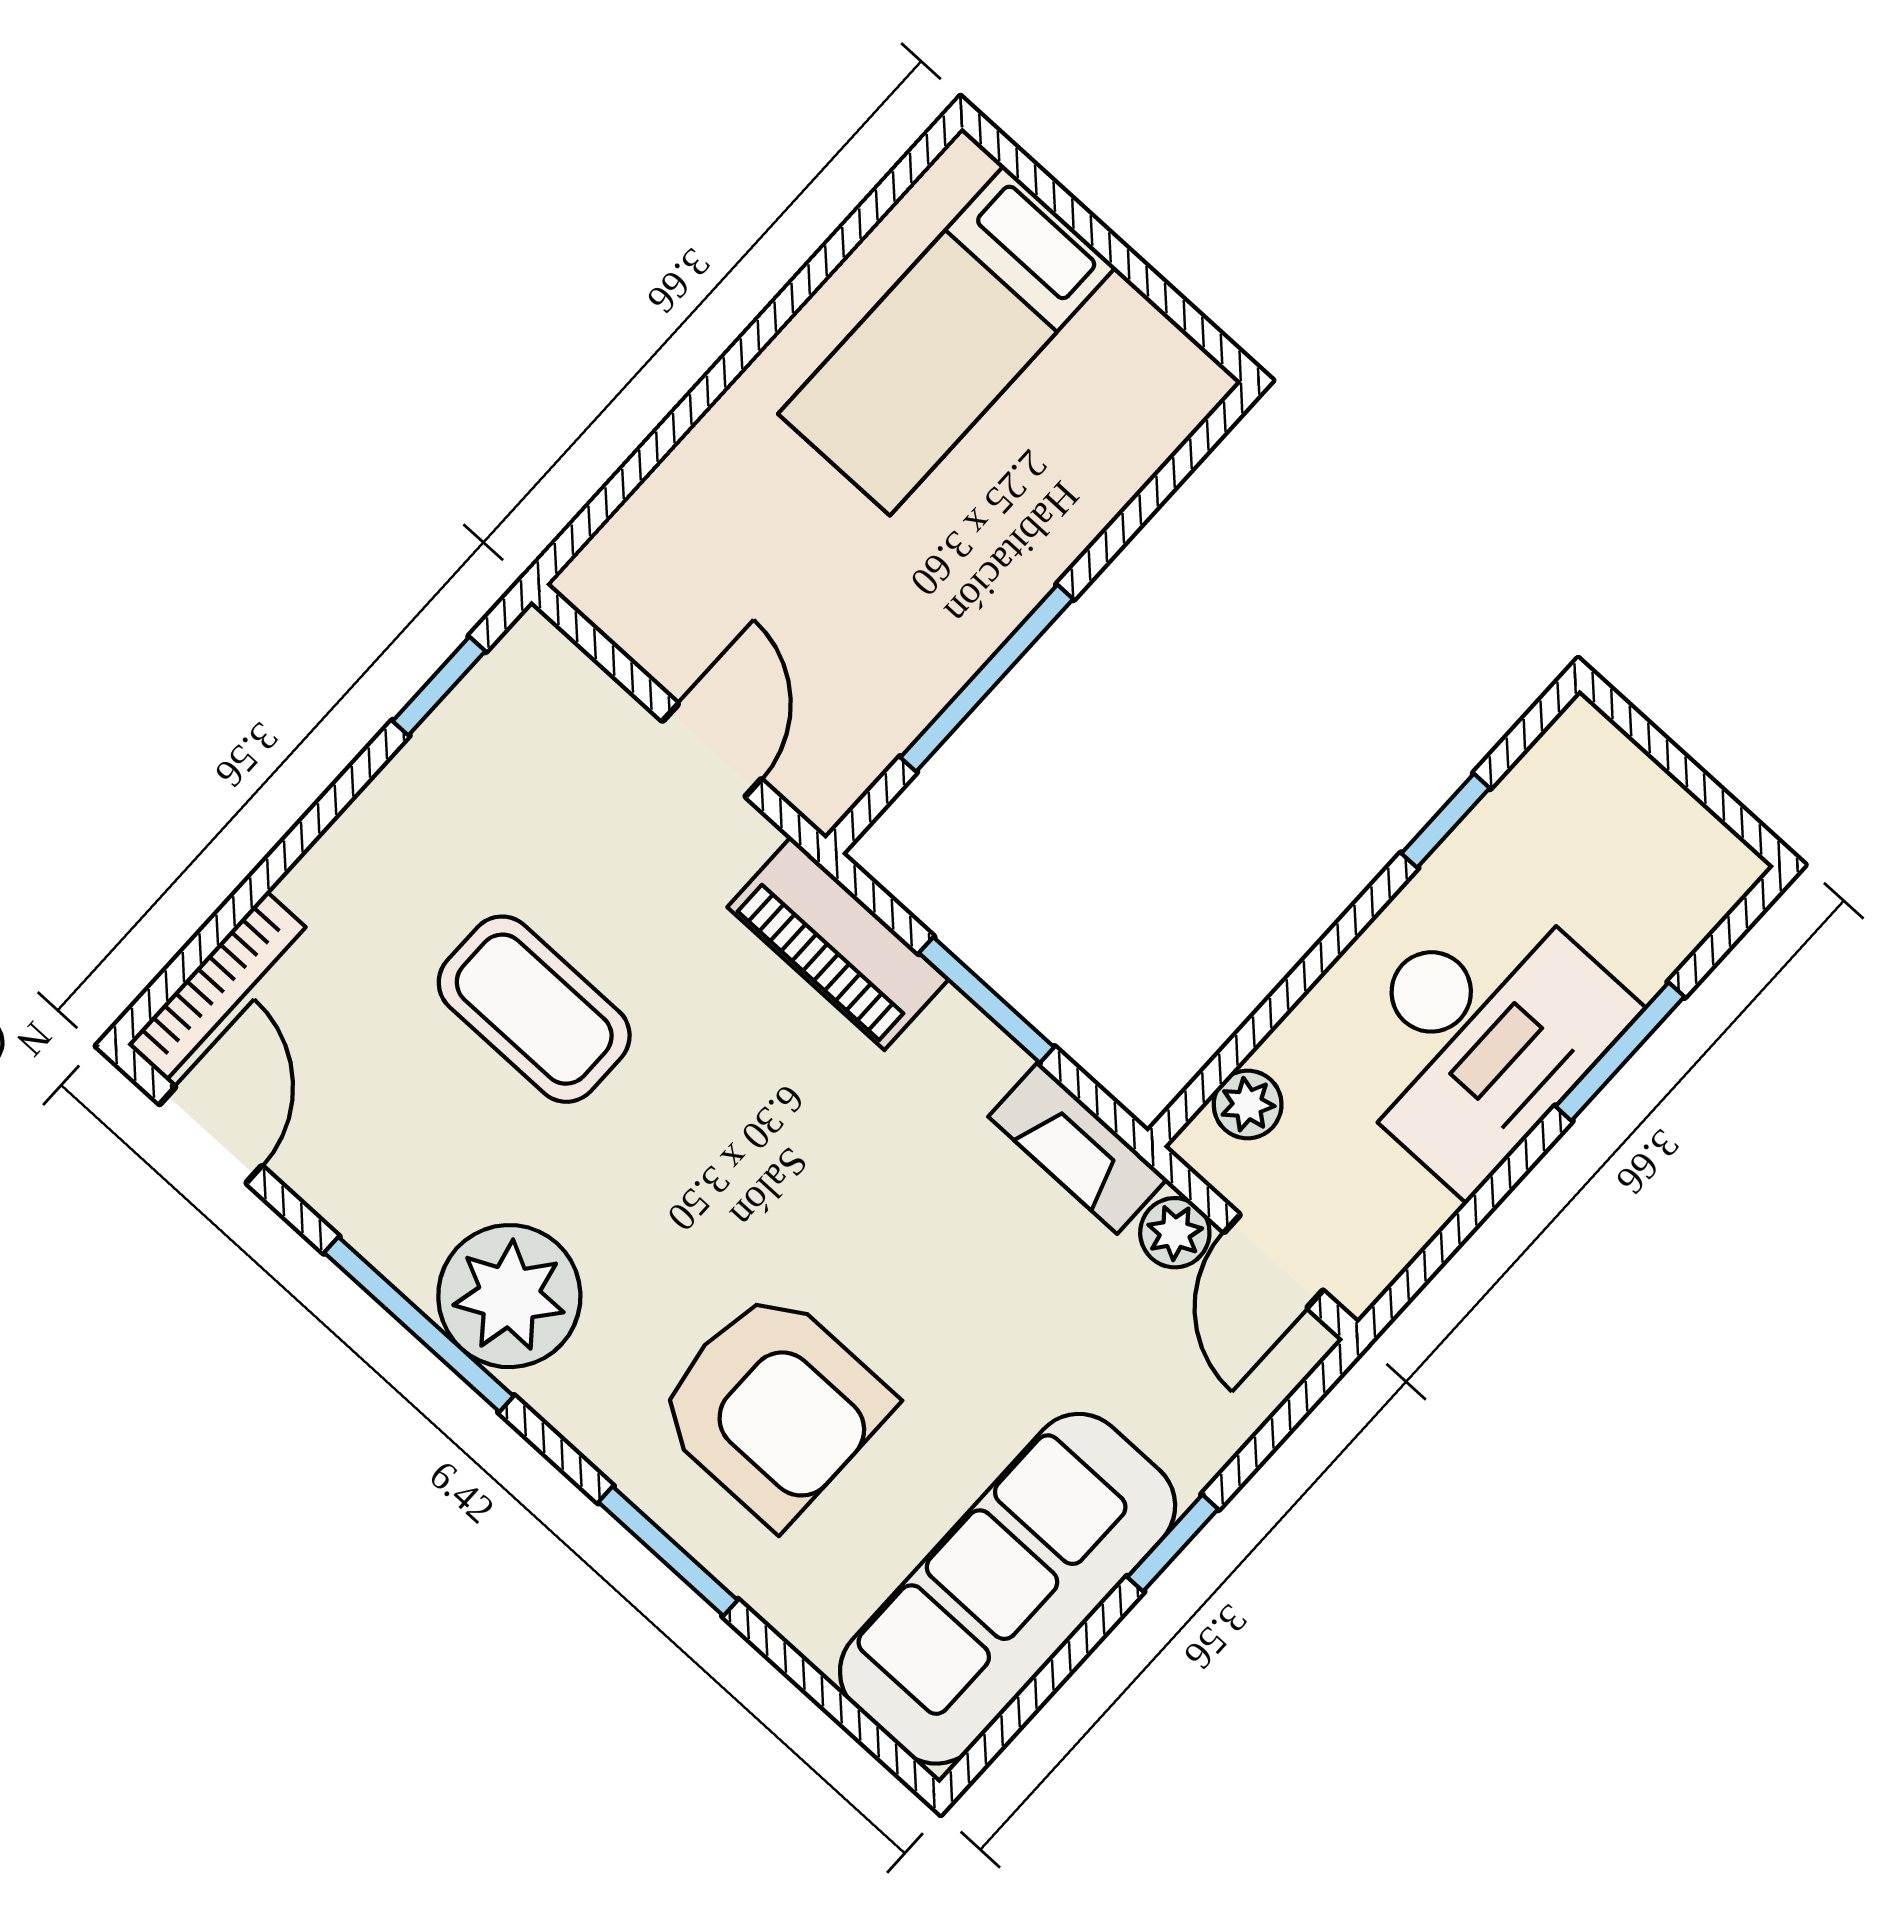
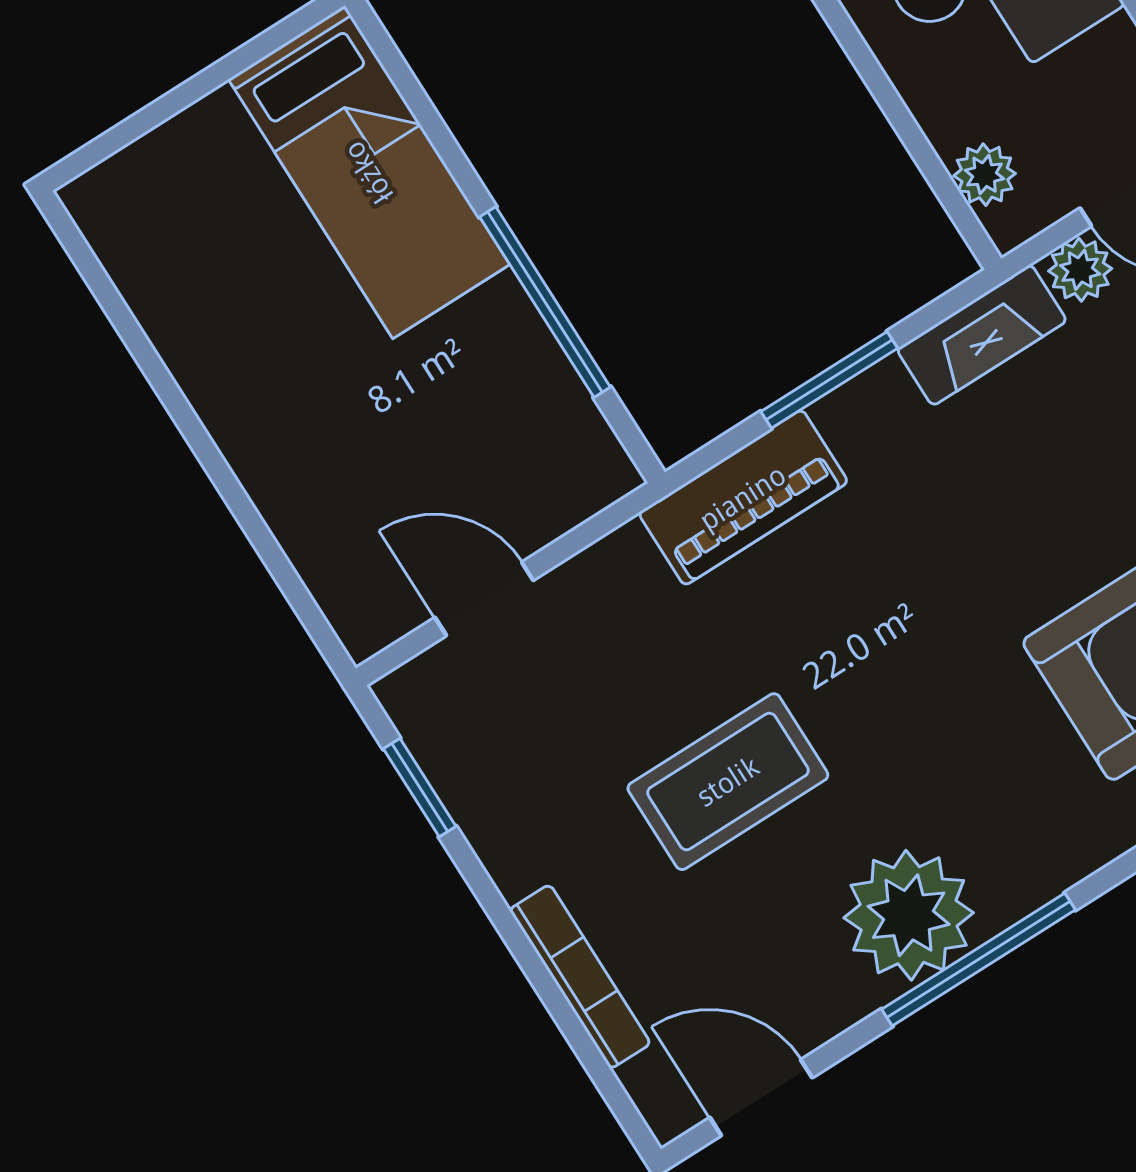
bed: (947, 341) -> (369, 172), moved
door: (712, 750) -> (484, 599), moved
bookcase: (217, 986) -> (580, 977), moved
plant: (509, 1296) -> (909, 915), moved

